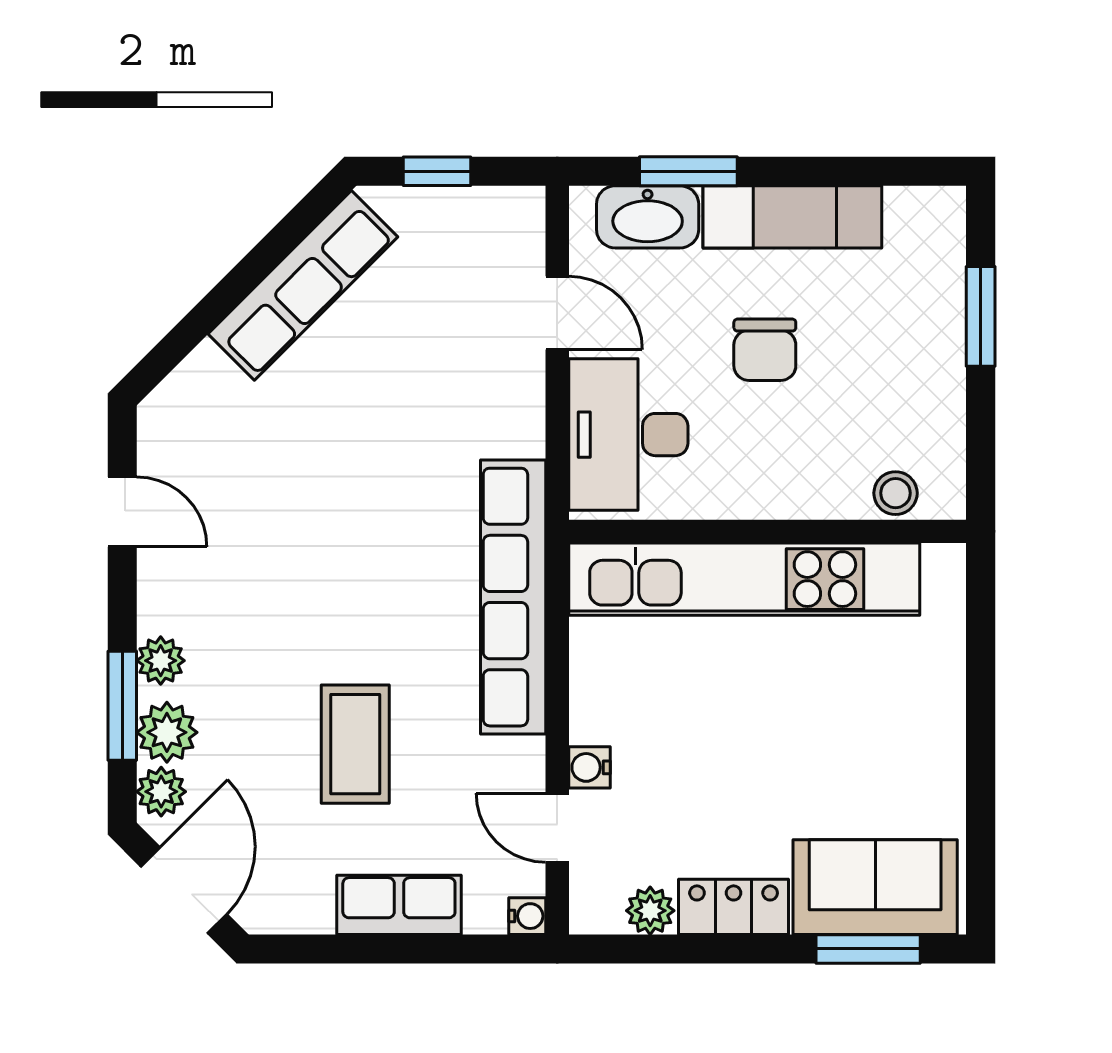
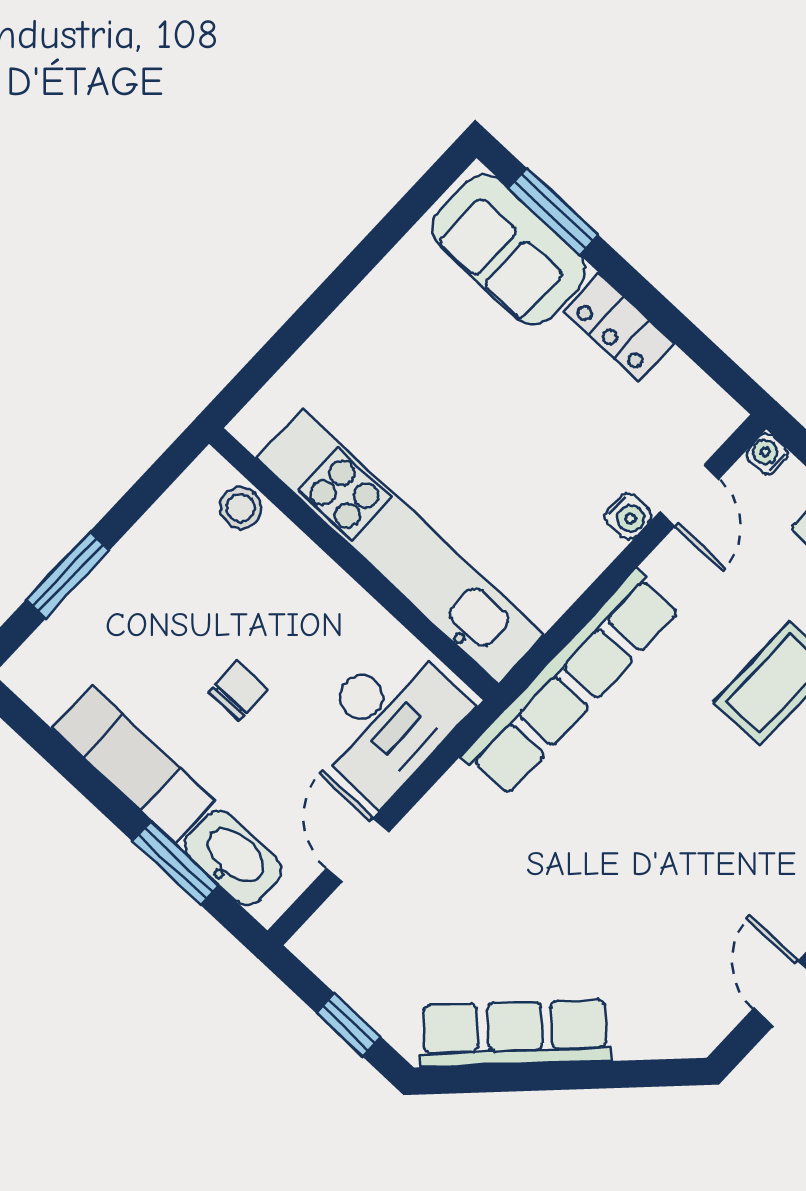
chair: (765, 350) -> (238, 691), width x0.73, depth x0.73
plant: (650, 911) -> (679, 378), removed

